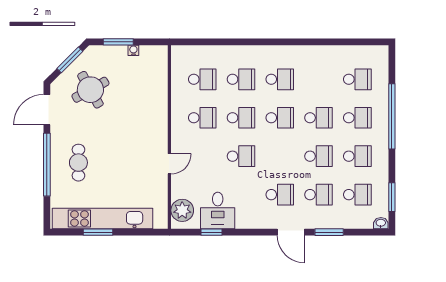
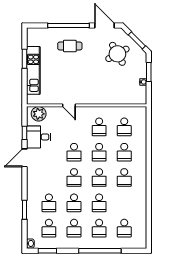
school desk: (280, 195) -> (74, 178), moved
kitchen unit: (102, 218) -> (33, 70), width x0.73
door: (291, 232) -> (24, 158), moved

